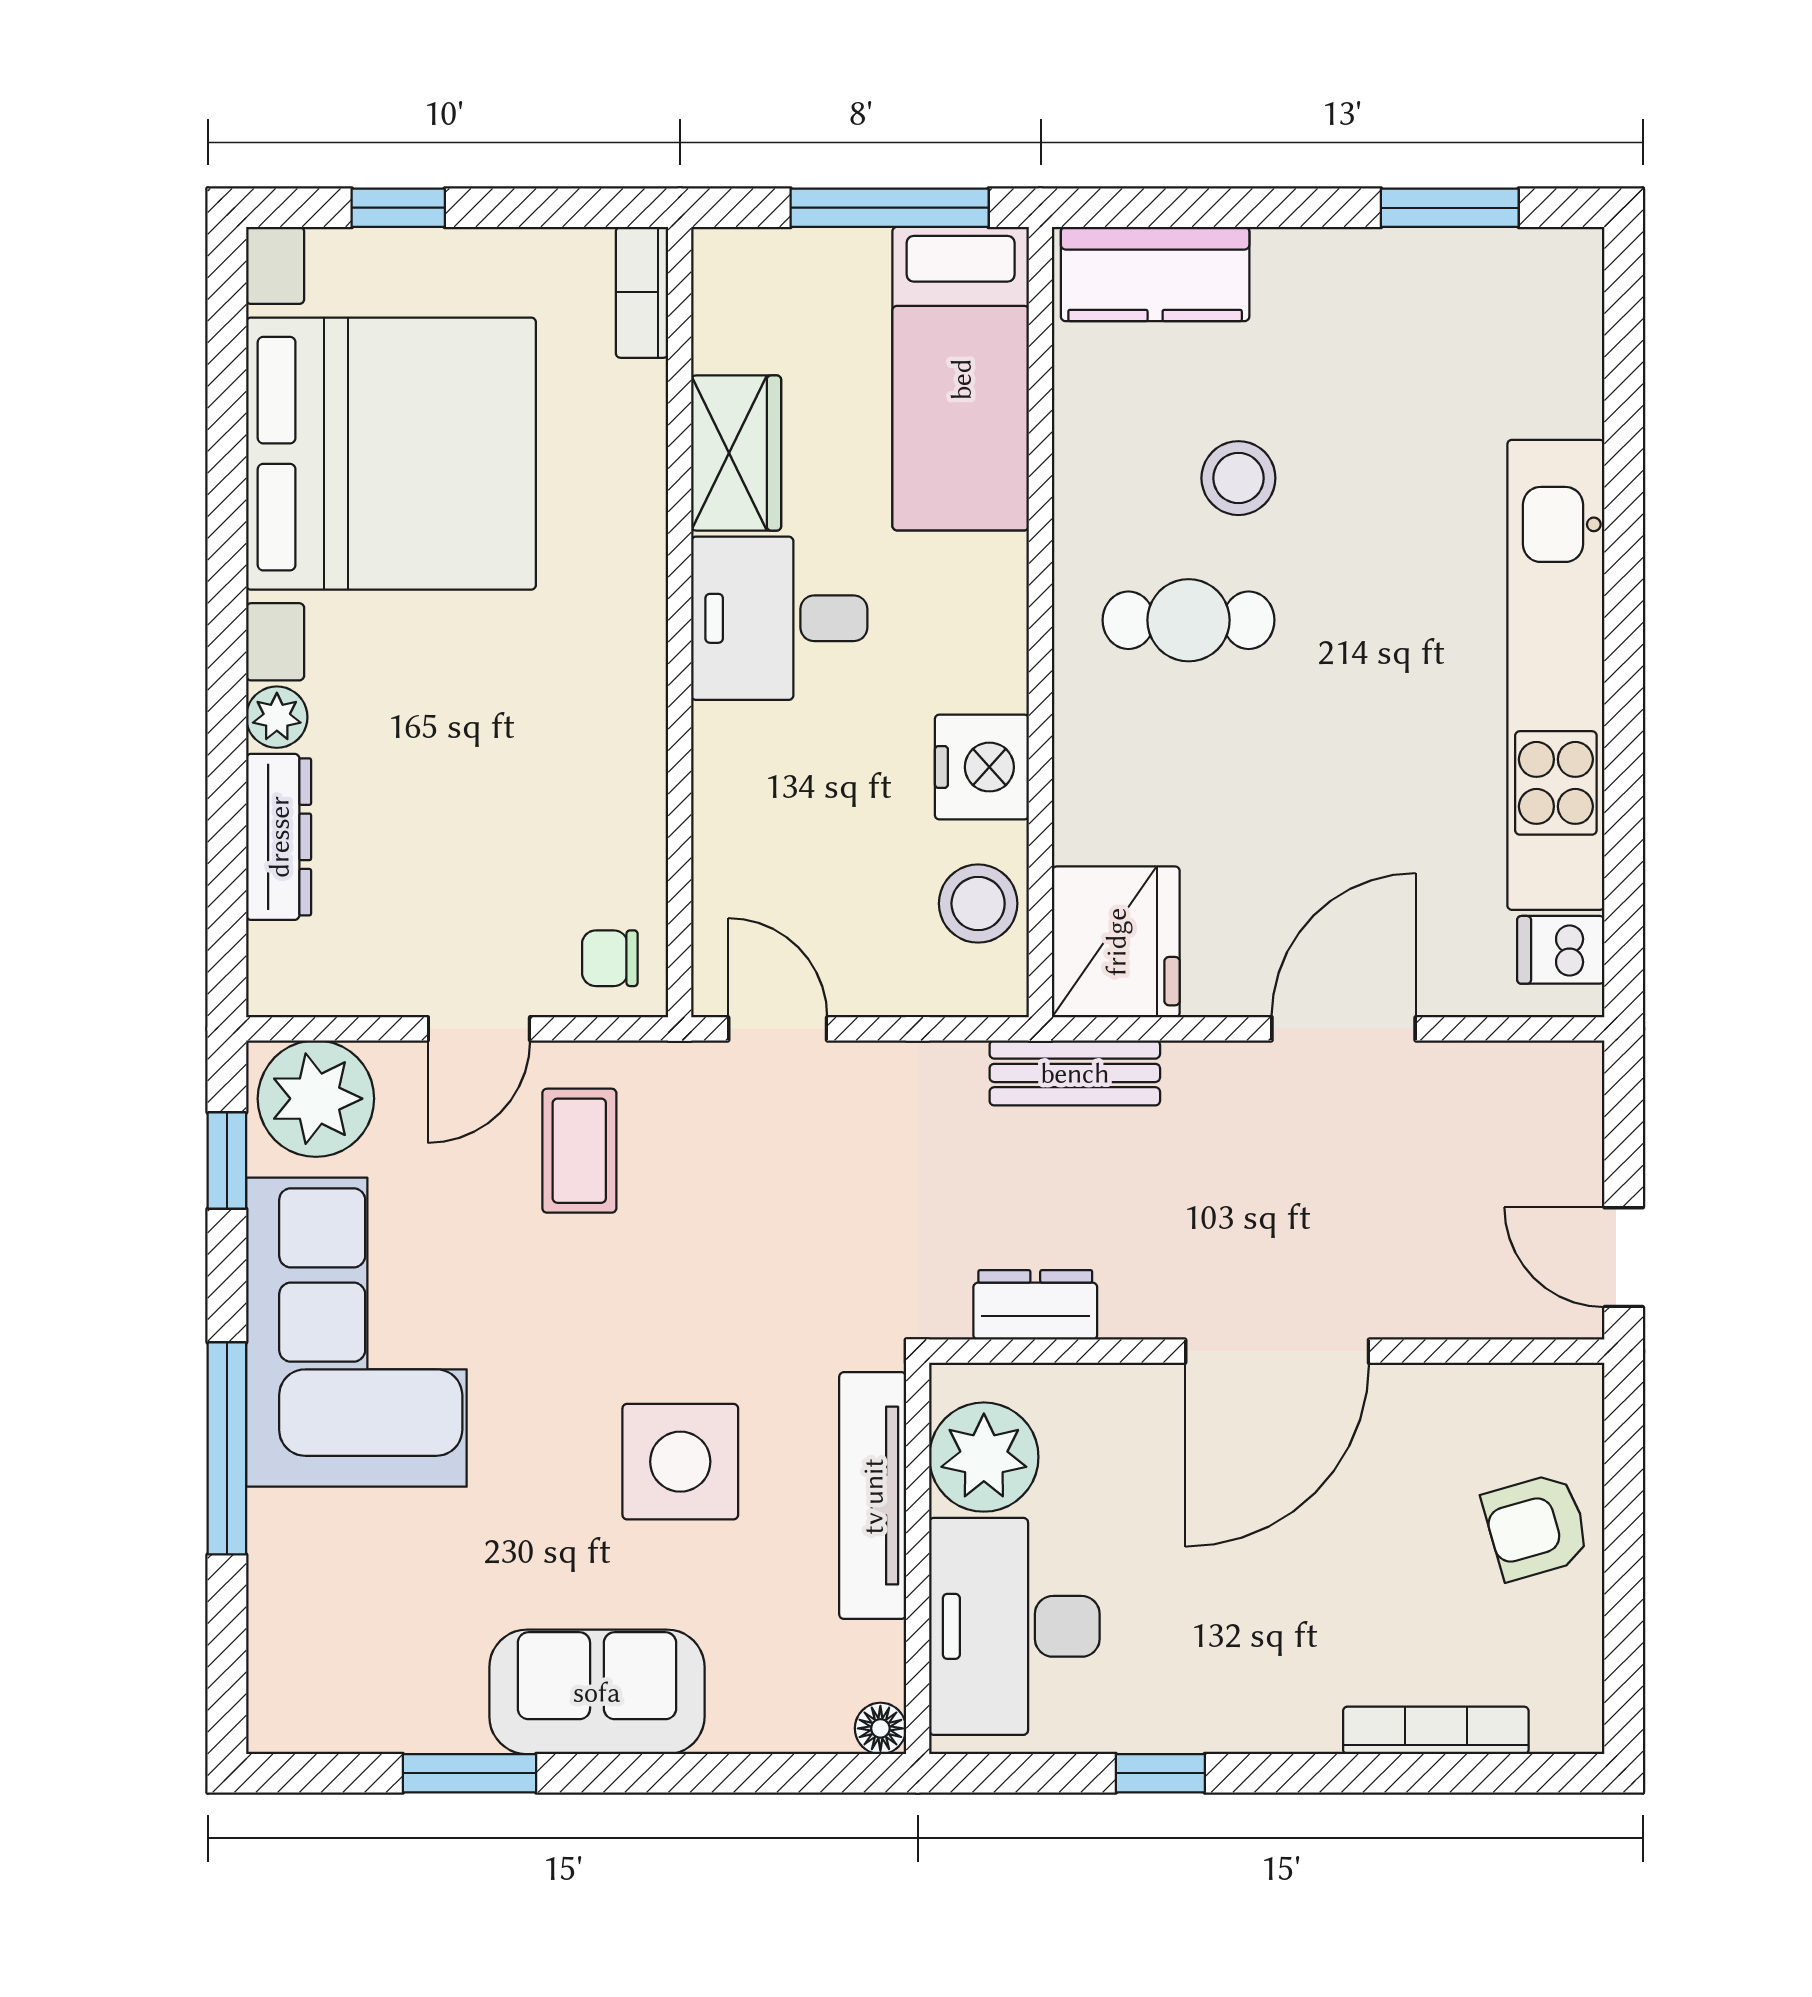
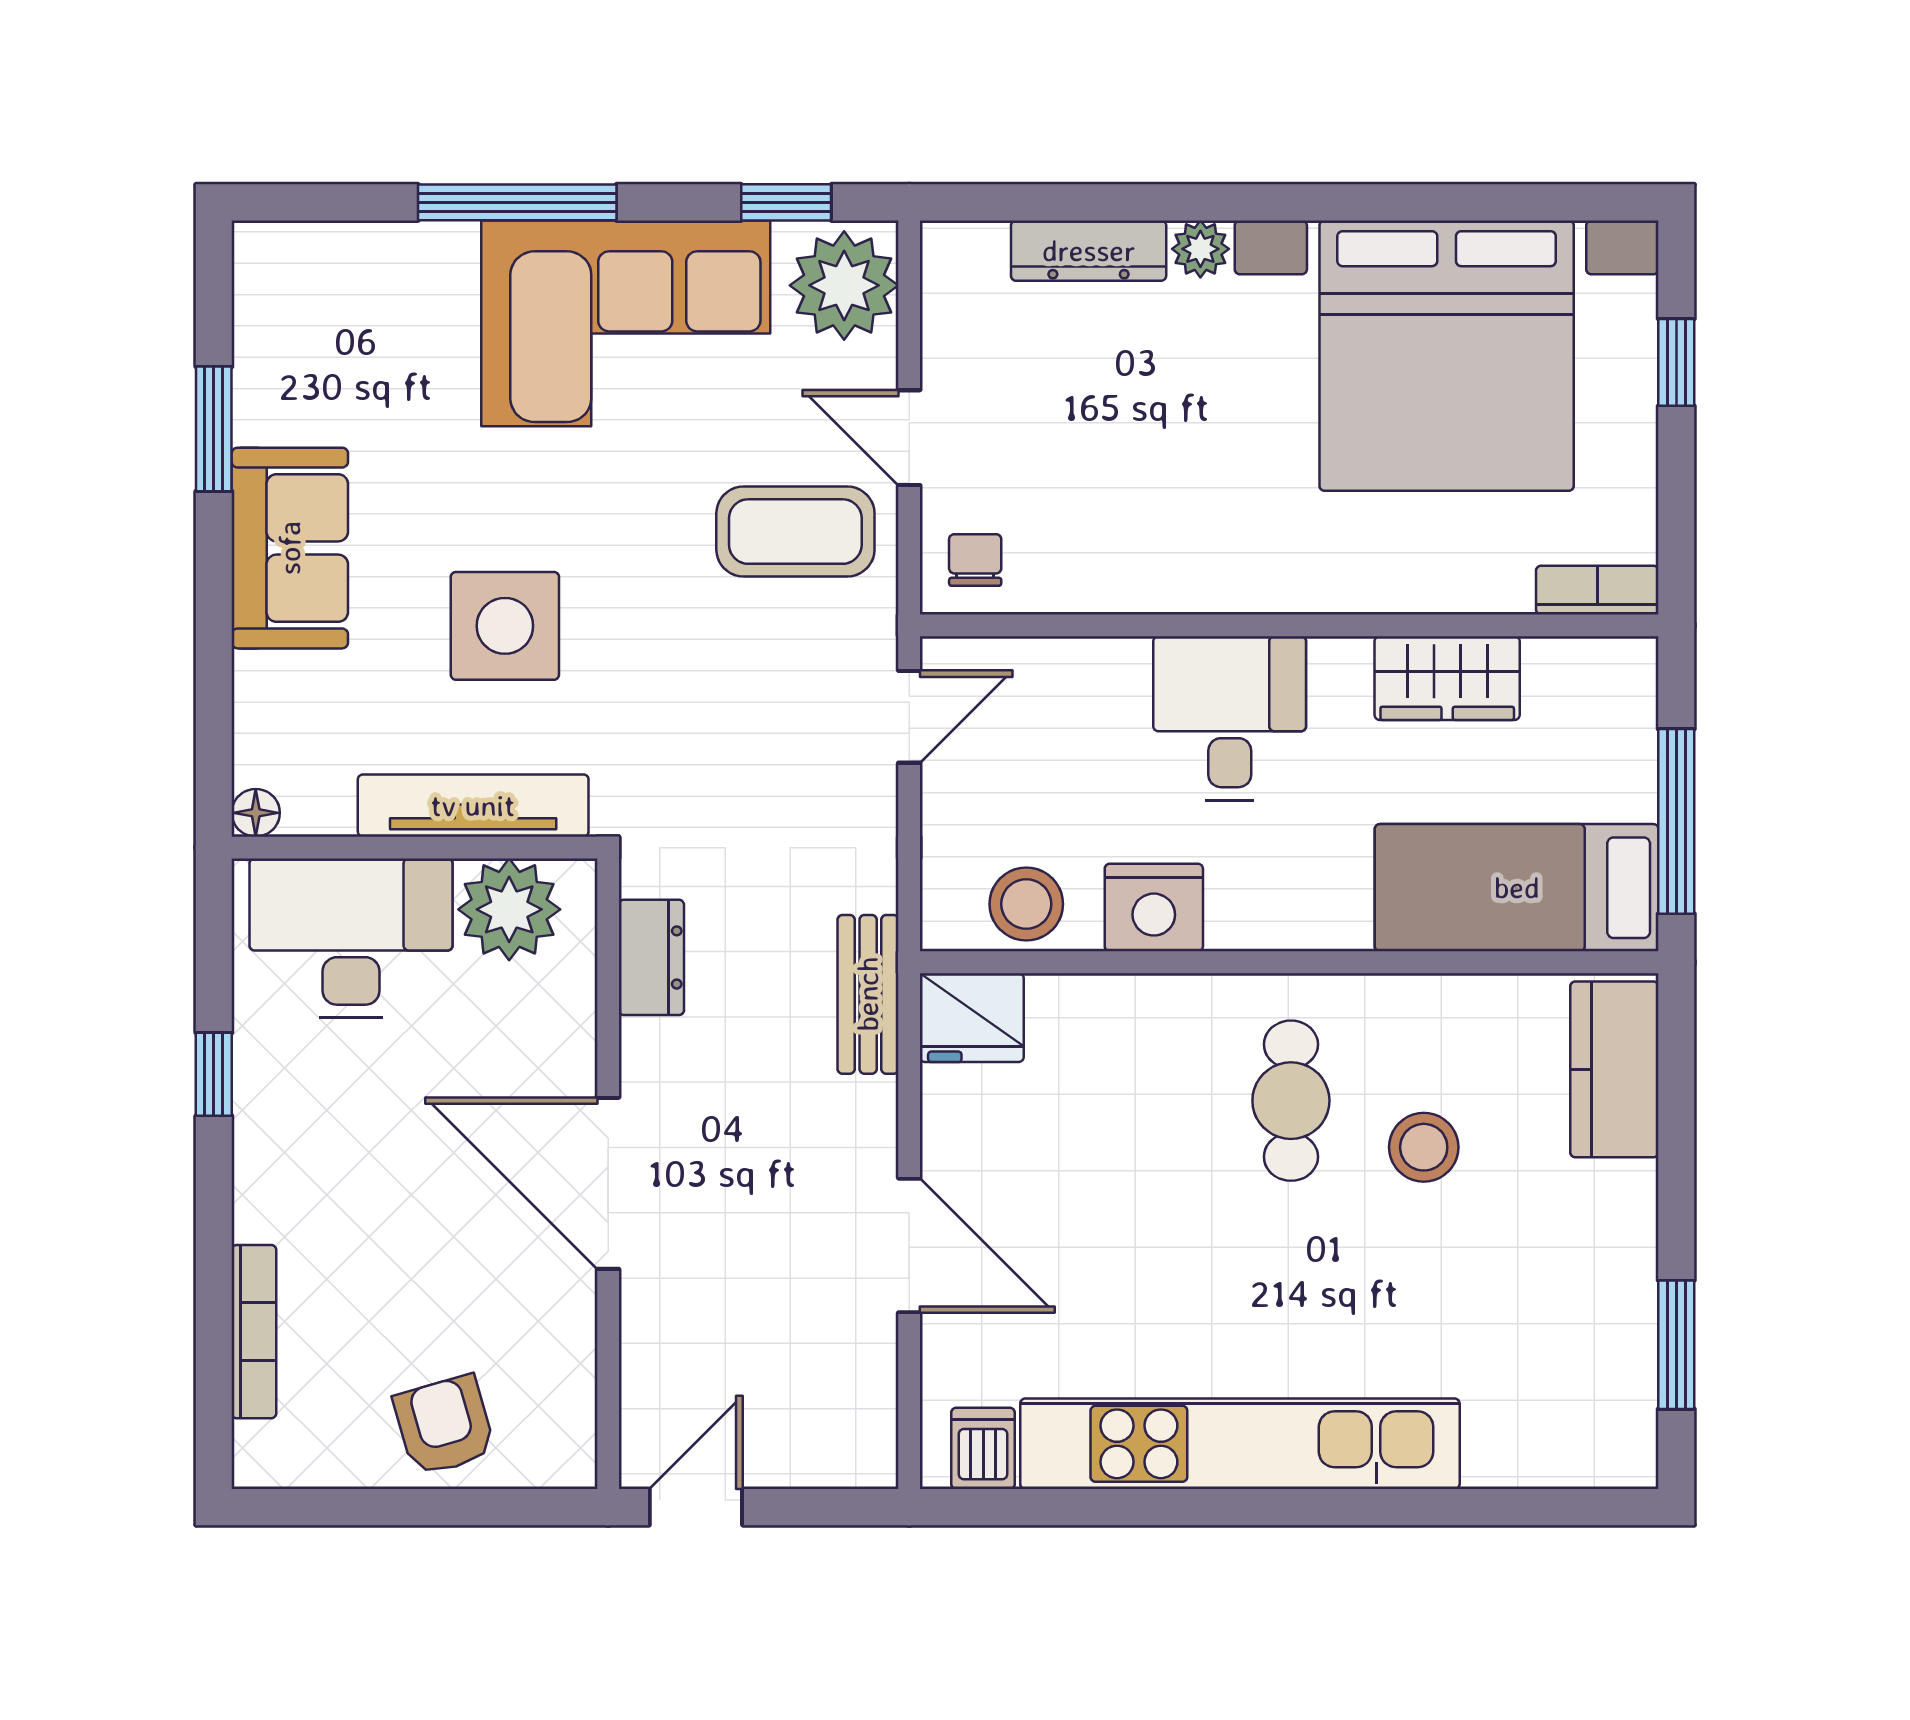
desk: (779, 618) -> (1230, 718), moved
fridge: (1116, 942) -> (972, 1018), width x0.73, depth x0.75
coffee table: (579, 1151) -> (795, 532), width x1.36, depth x1.30

